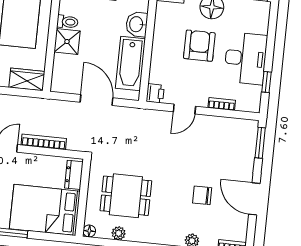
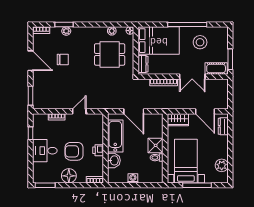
armchair: (199, 46) -> (74, 151), turned 90
desk: (246, 58) -> (45, 151), width x0.73
printer: (155, 93) -> (98, 150), moved

